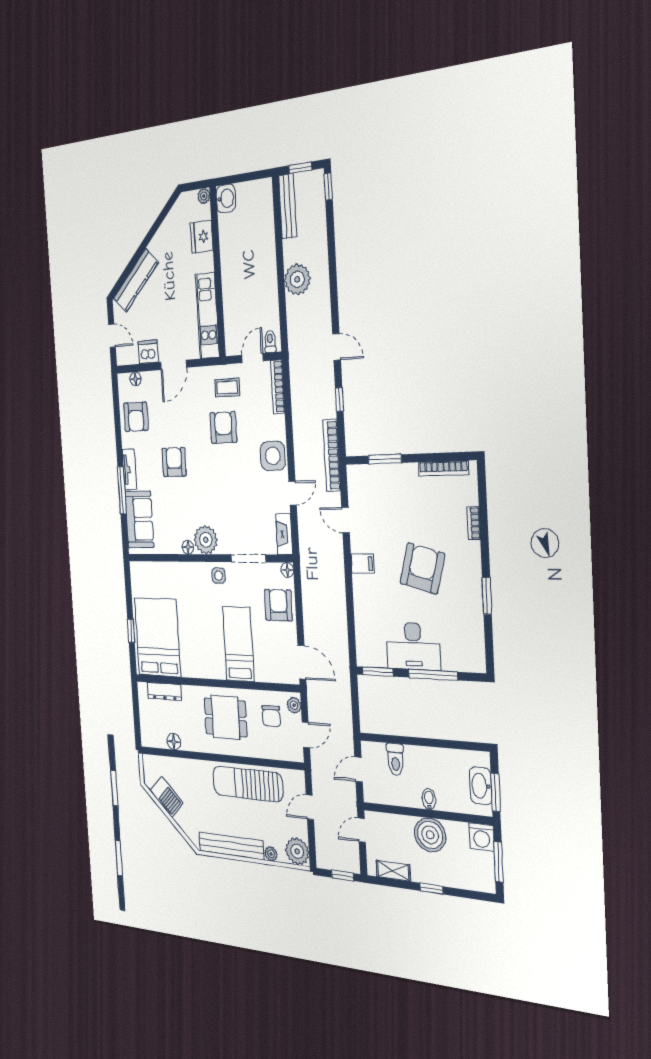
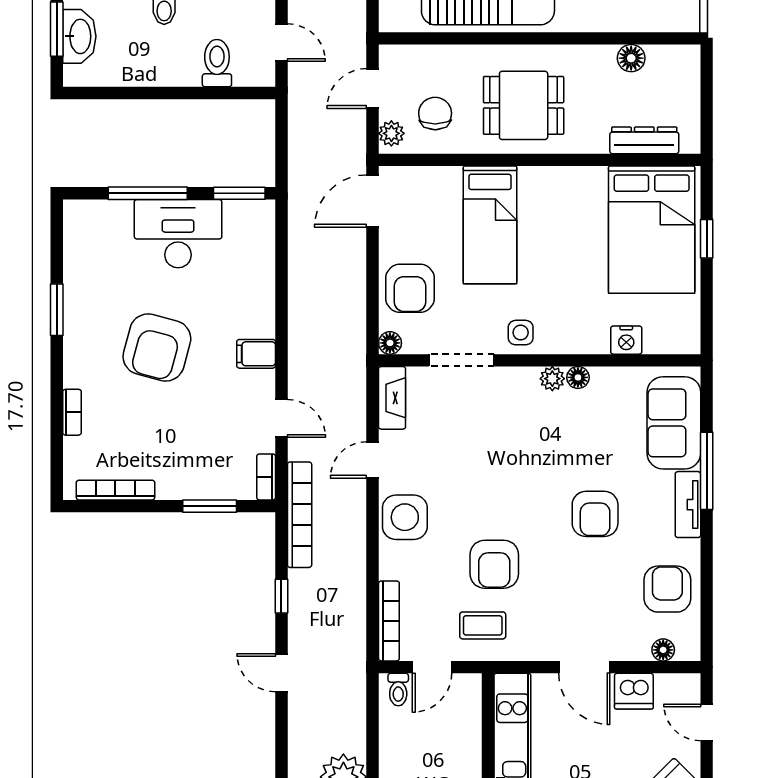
door: (174, 365) -> (584, 667), swing flipped
bookcase: (352, 480) -> (266, 477), added
plant: (206, 540) -> (552, 379), width x0.53, depth x0.53
nightstand: (166, 570) -> (626, 340), added
door: (302, 662) -> (373, 201), hinge flipped
door: (359, 769) -> (281, 43), hinge flipped

